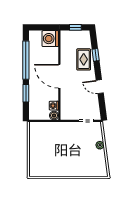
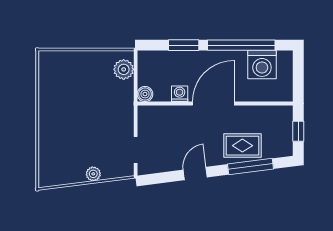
washing machine: (50, 39) -> (262, 65), moved, turned 180
window: (96, 55) -> (250, 166), width x2.17
washing machine: (54, 106) -> (180, 94), moved
plant: (40, 128) -> (124, 69), added

